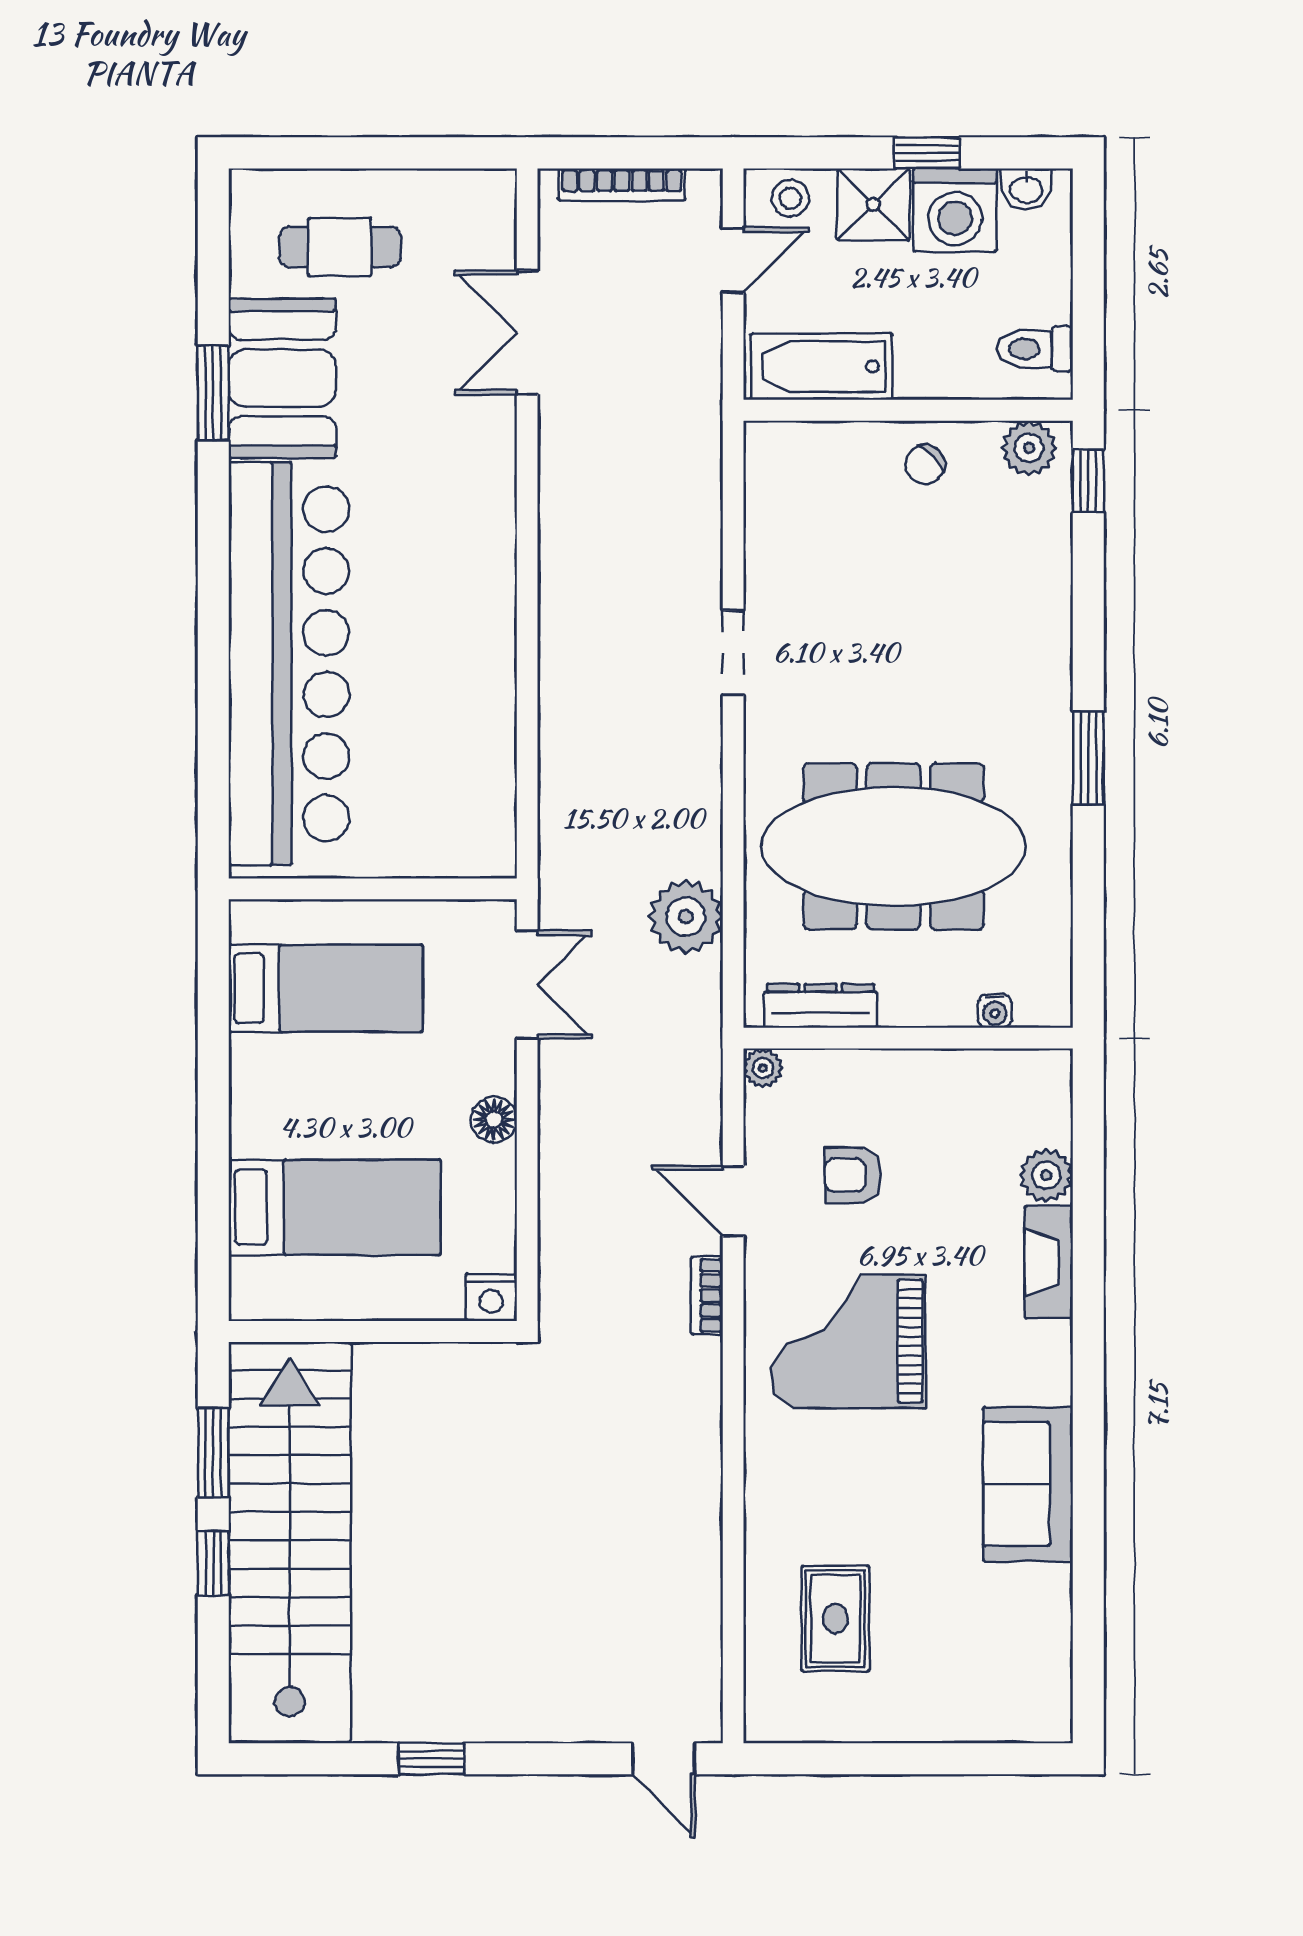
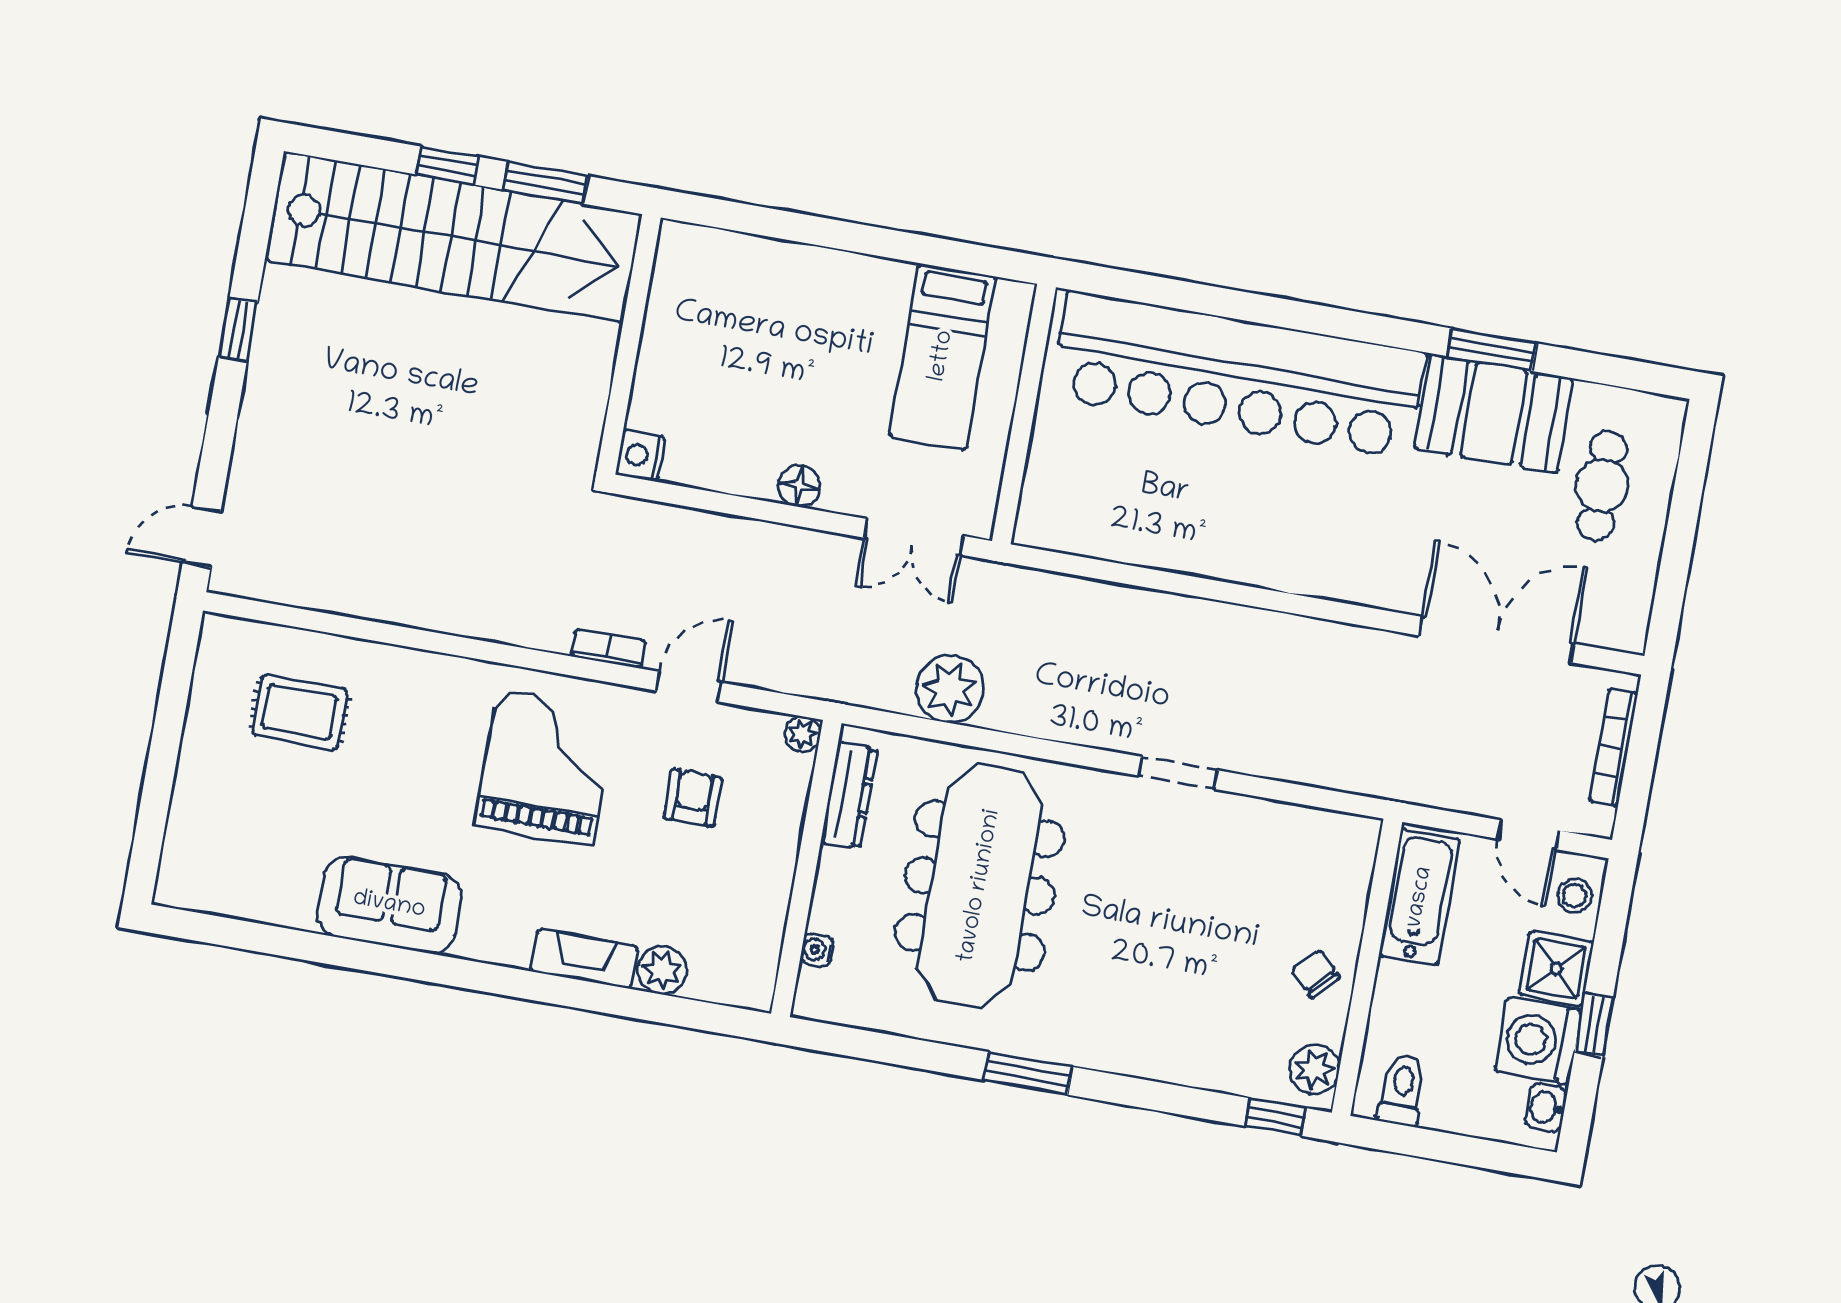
double door: (527, 332) -> (1496, 640), width x1.37
bed: (335, 1207) -> (746, 330), removed

